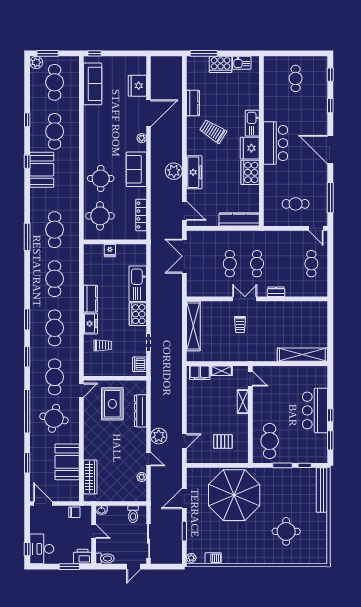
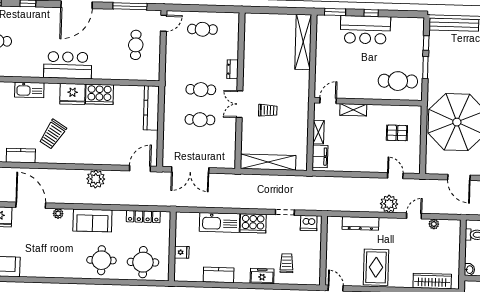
kitchen sink: (252, 123) -> (29, 90), moved
freezer: (194, 172) -> (97, 156), removed
kitchen counter: (90, 299) -> (219, 275), moved
rug: (112, 404) -> (376, 267), moved, turned 90
window: (330, 440) -> (335, 12), moved
pallet: (223, 441) -> (397, 133), turned 90

